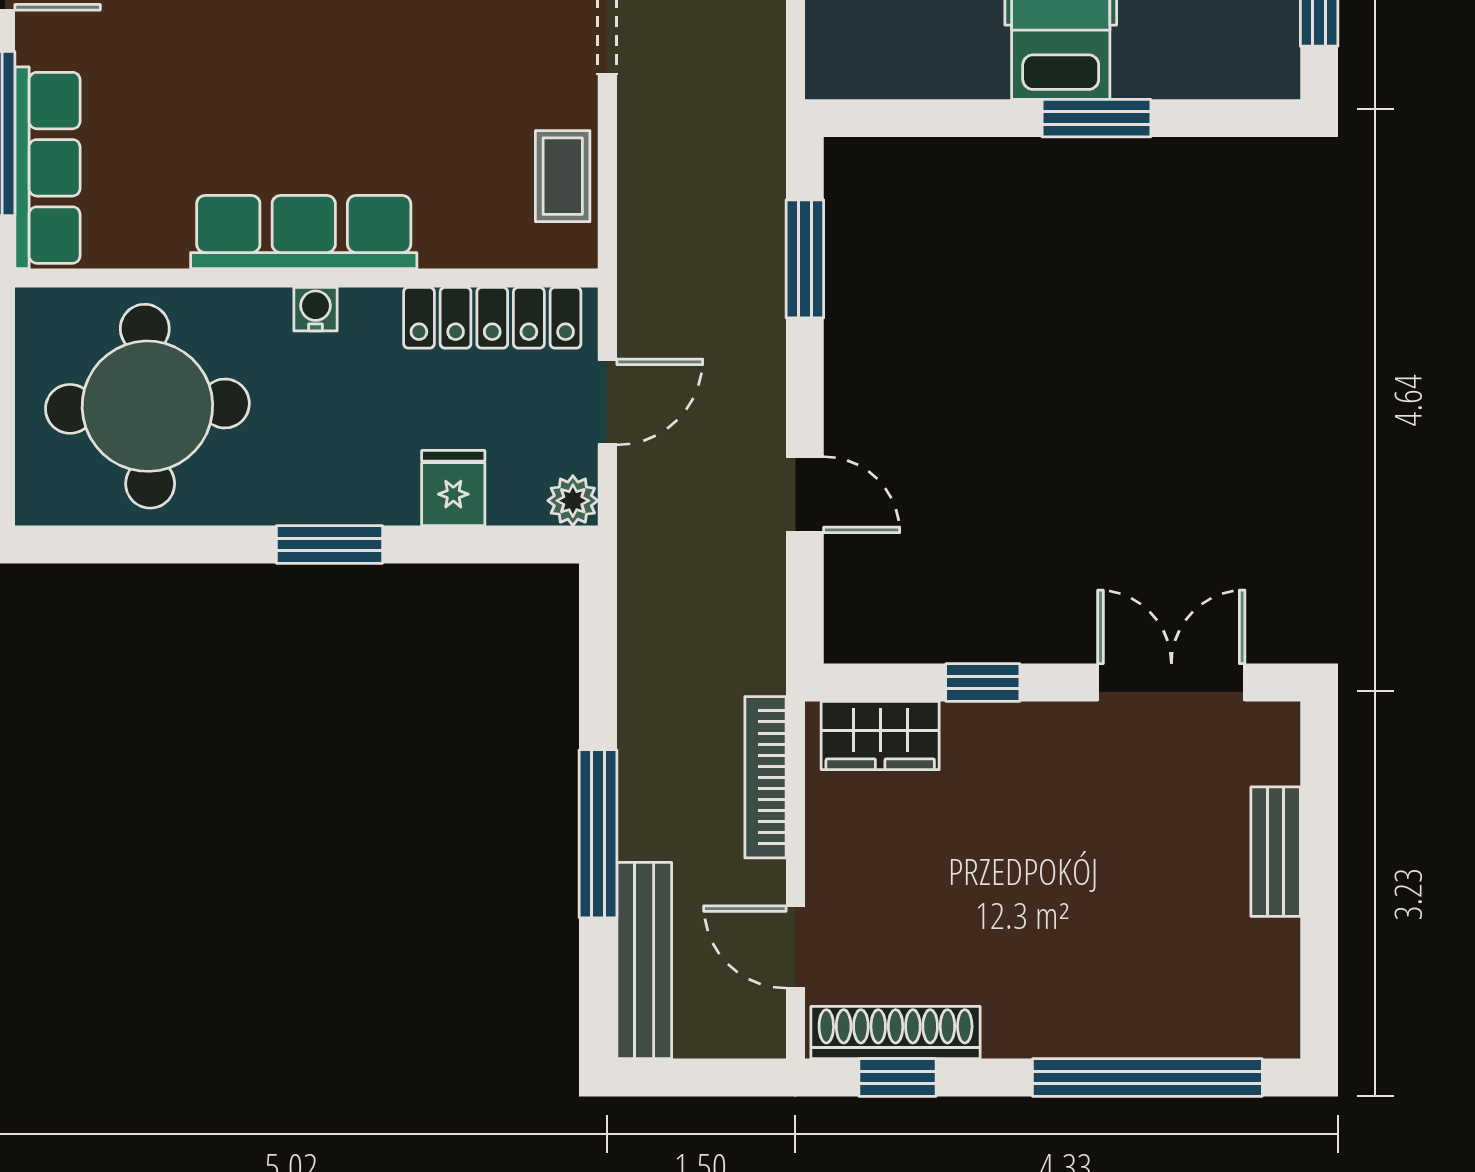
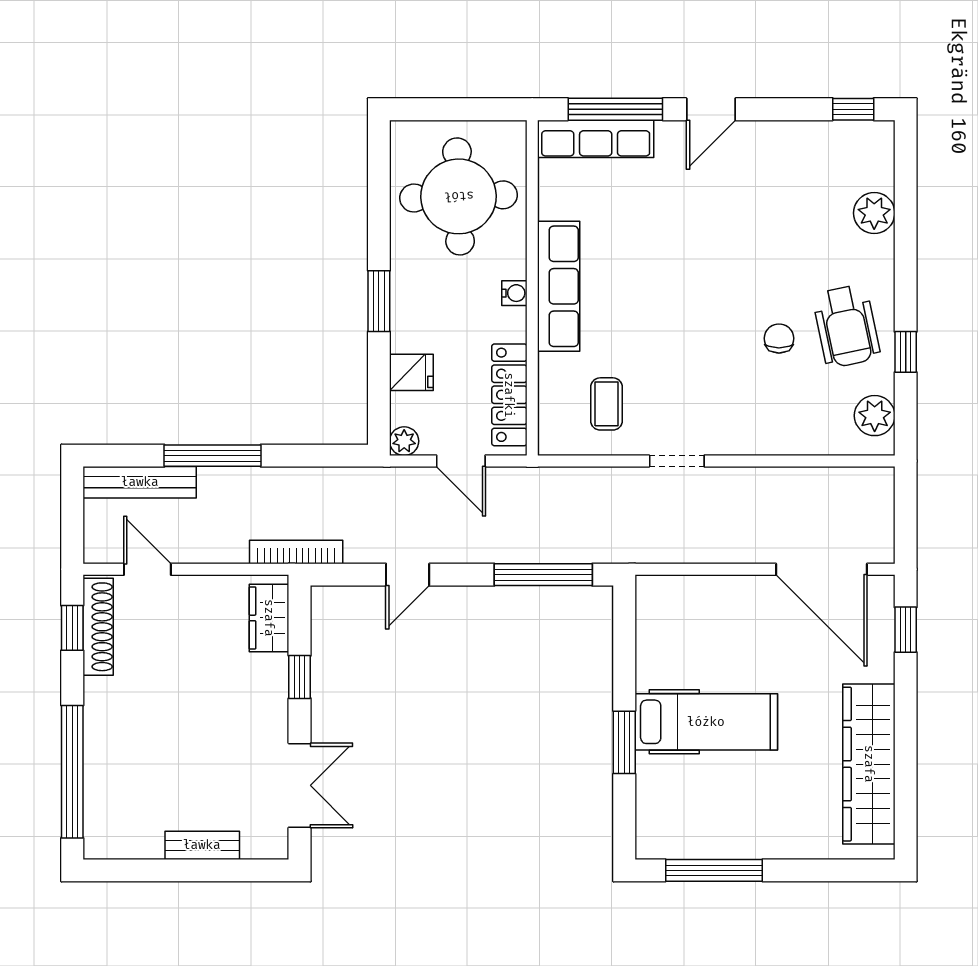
coffee table: (563, 176) -> (607, 404), moved, turned 90
window: (805, 259) -> (543, 575), width x1.44
bookcase: (765, 777) -> (296, 552), moved
door: (795, 947) -> (147, 569), hinge flipped

